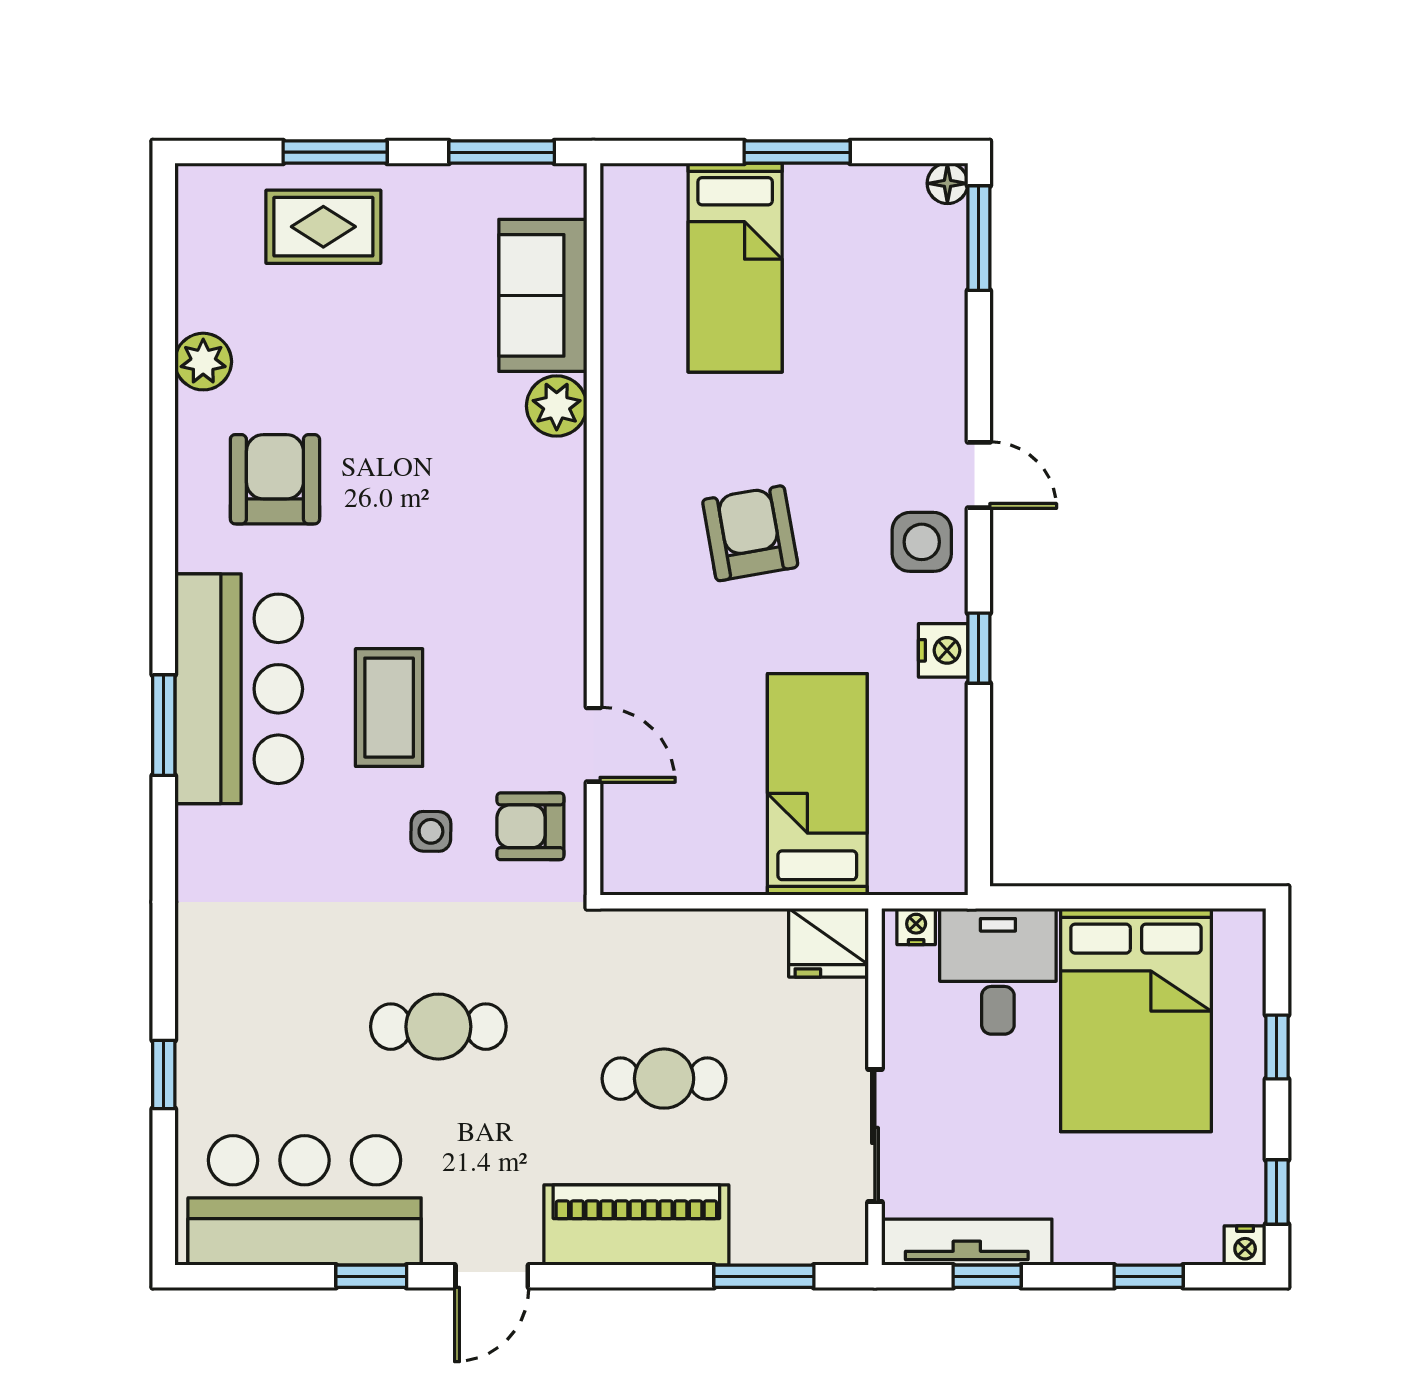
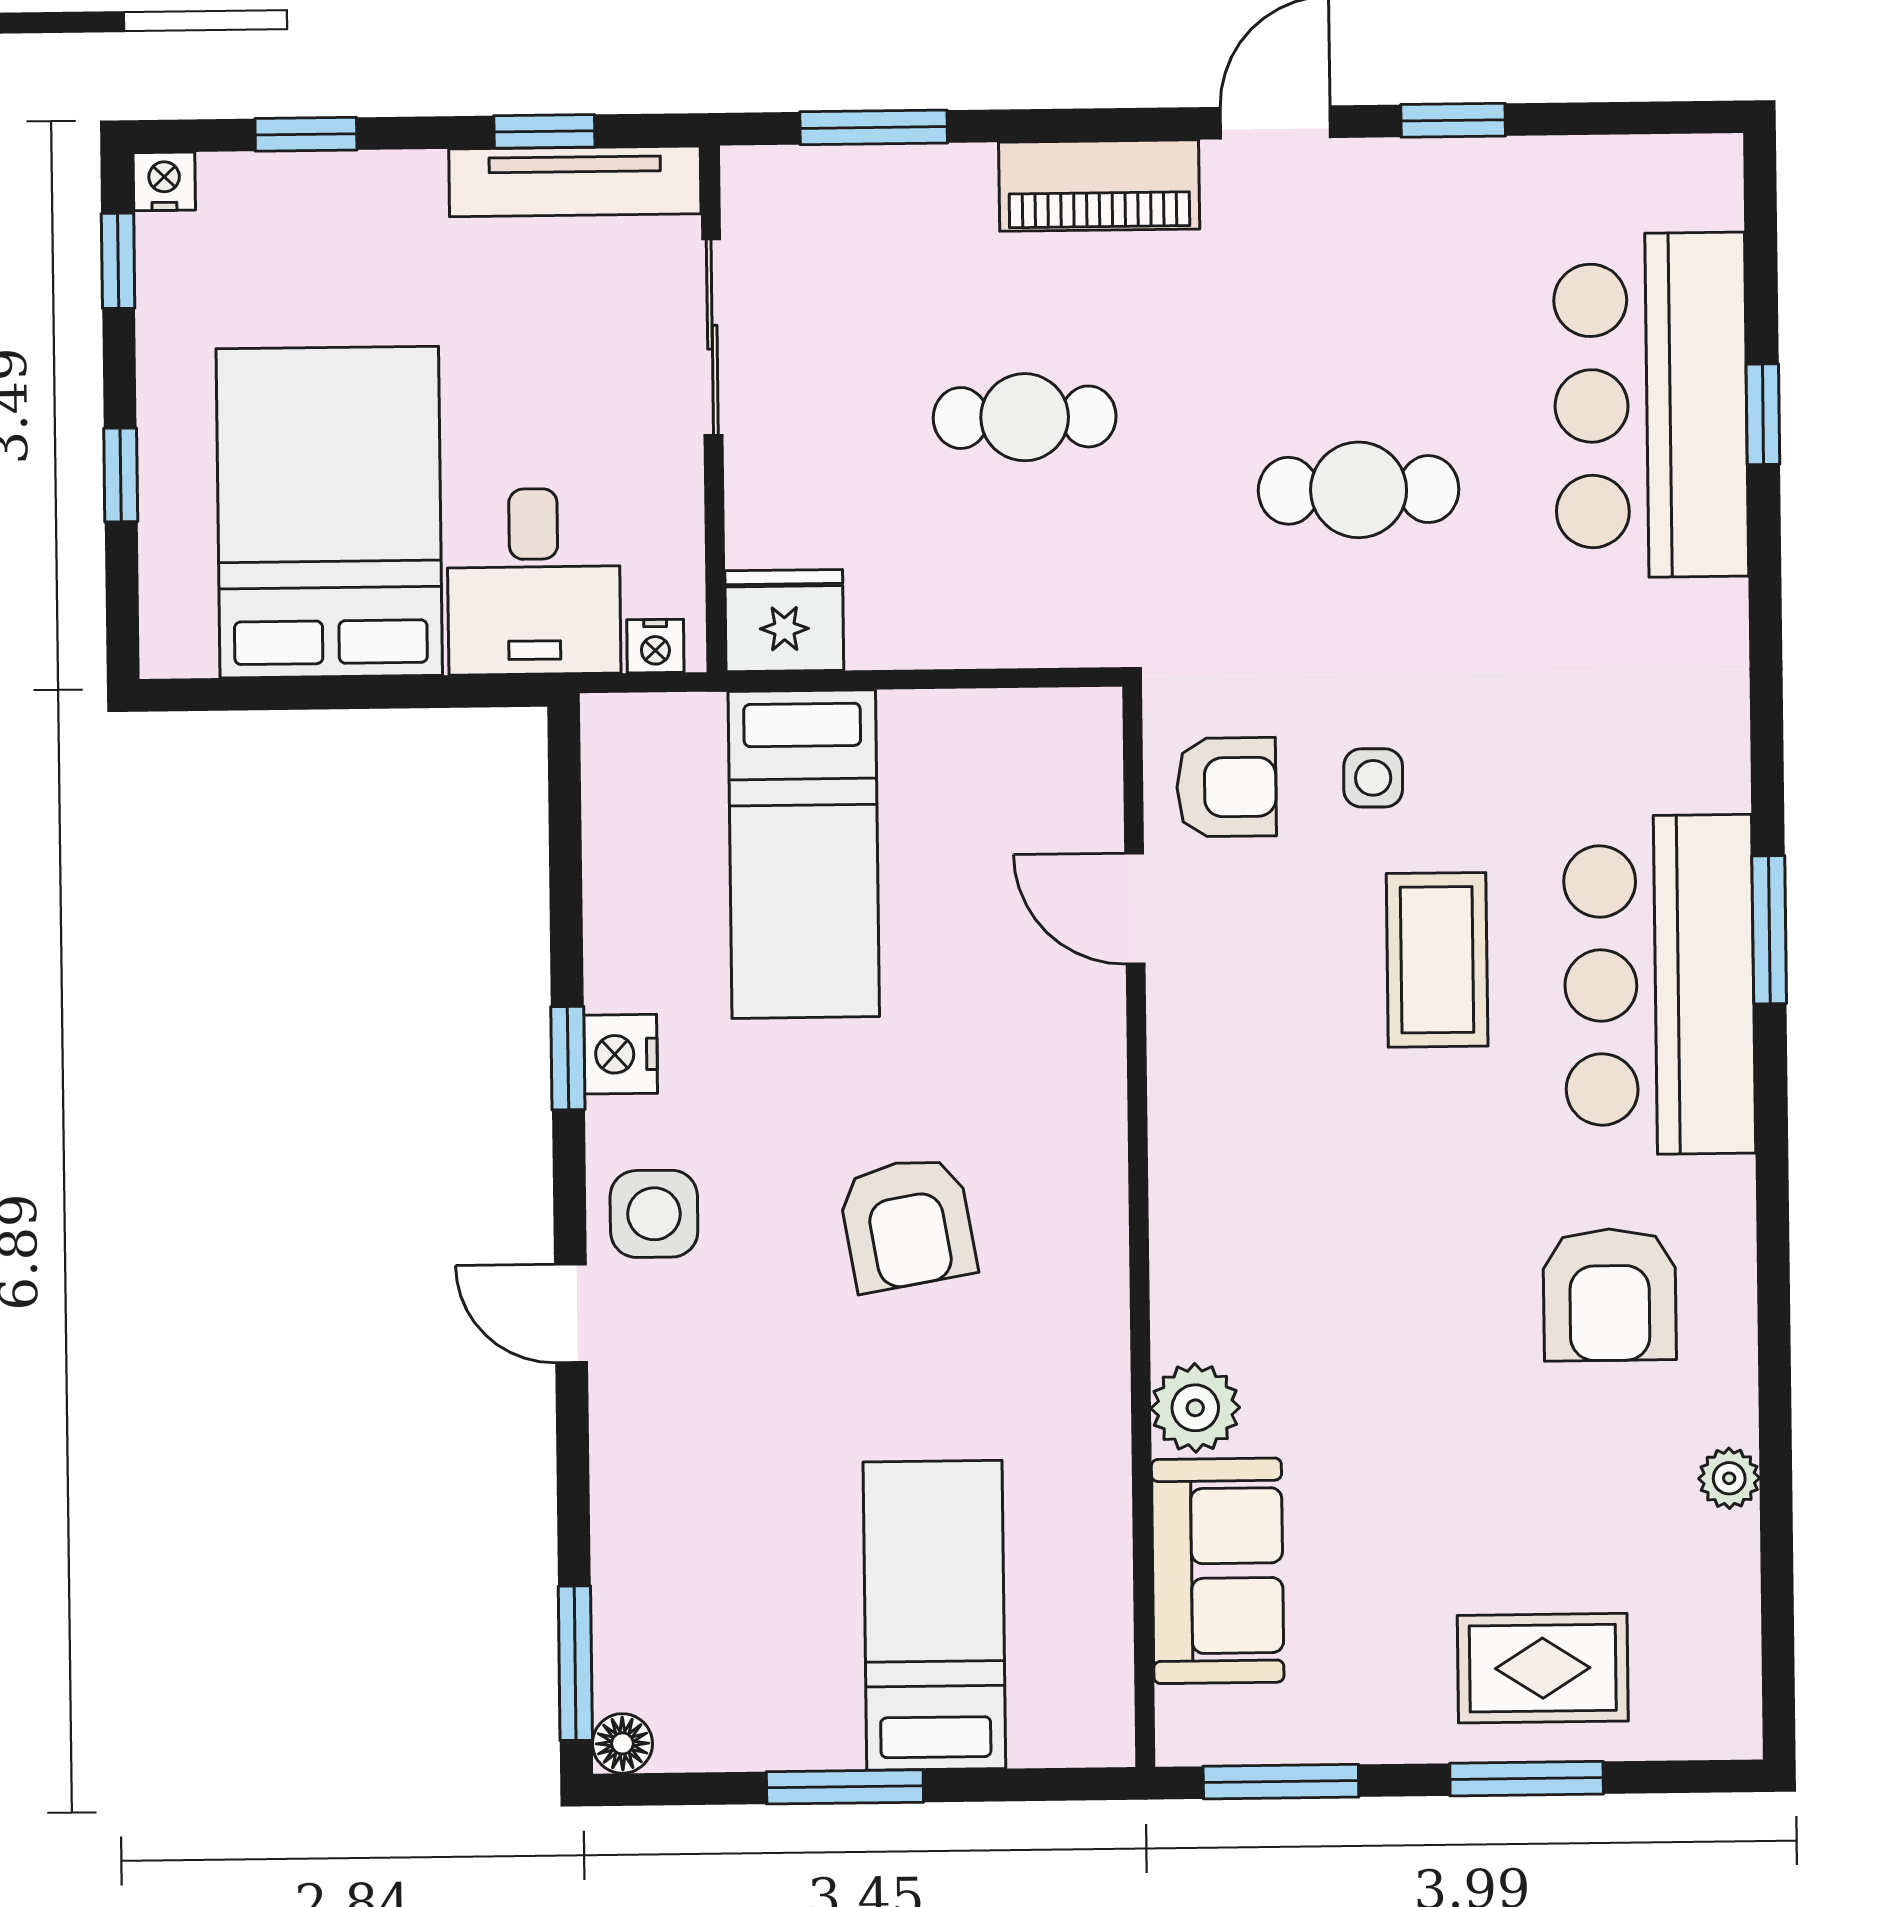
plant: (203, 362) -> (1729, 1478), width x0.73, depth x0.73
bar counter: (305, 1200) -> (1651, 405), moved, turned 90
piano: (636, 1225) -> (1099, 186), width x0.73, depth x0.75

